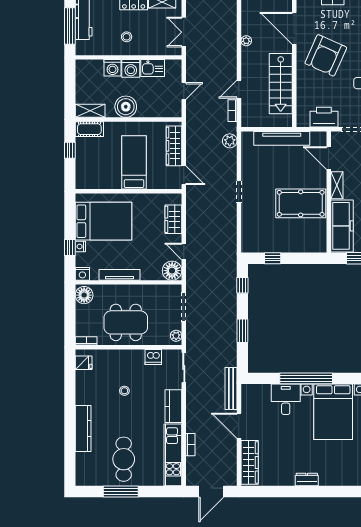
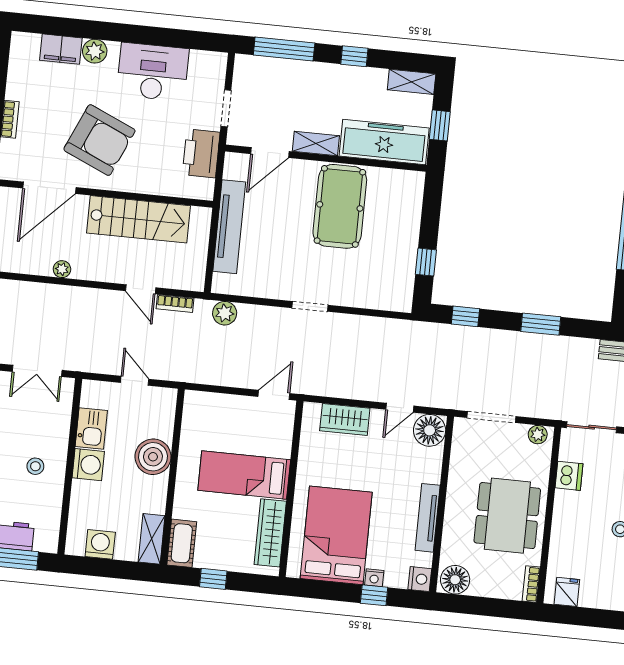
washing machine: (112, 68) -> (100, 544), moved, turned -90
boiler: (126, 107) -> (153, 457), moved
wardrobe: (174, 146) -> (270, 533), moved, turned 90

